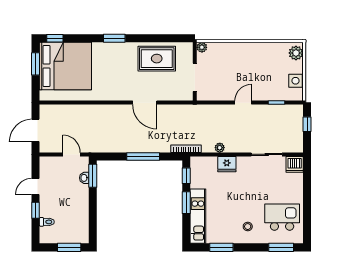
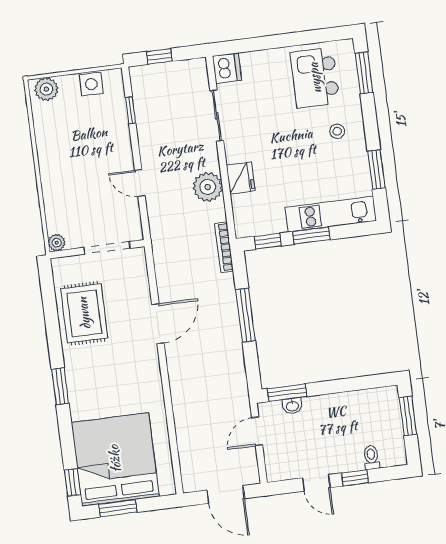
door: (243, 103) -> (140, 183), moved
plant: (220, 148) -> (208, 187), width x1.88, depth x1.88

